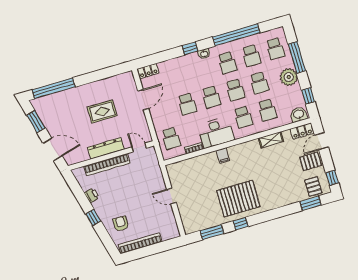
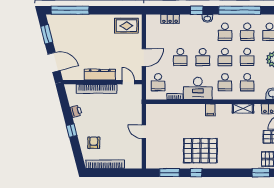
locker: (148, 71) -> (170, 19), moved
door: (143, 100) -> (144, 57), moved
rug: (102, 111) -> (126, 26), moved
filing cabinet: (223, 155) -> (210, 110), moved

